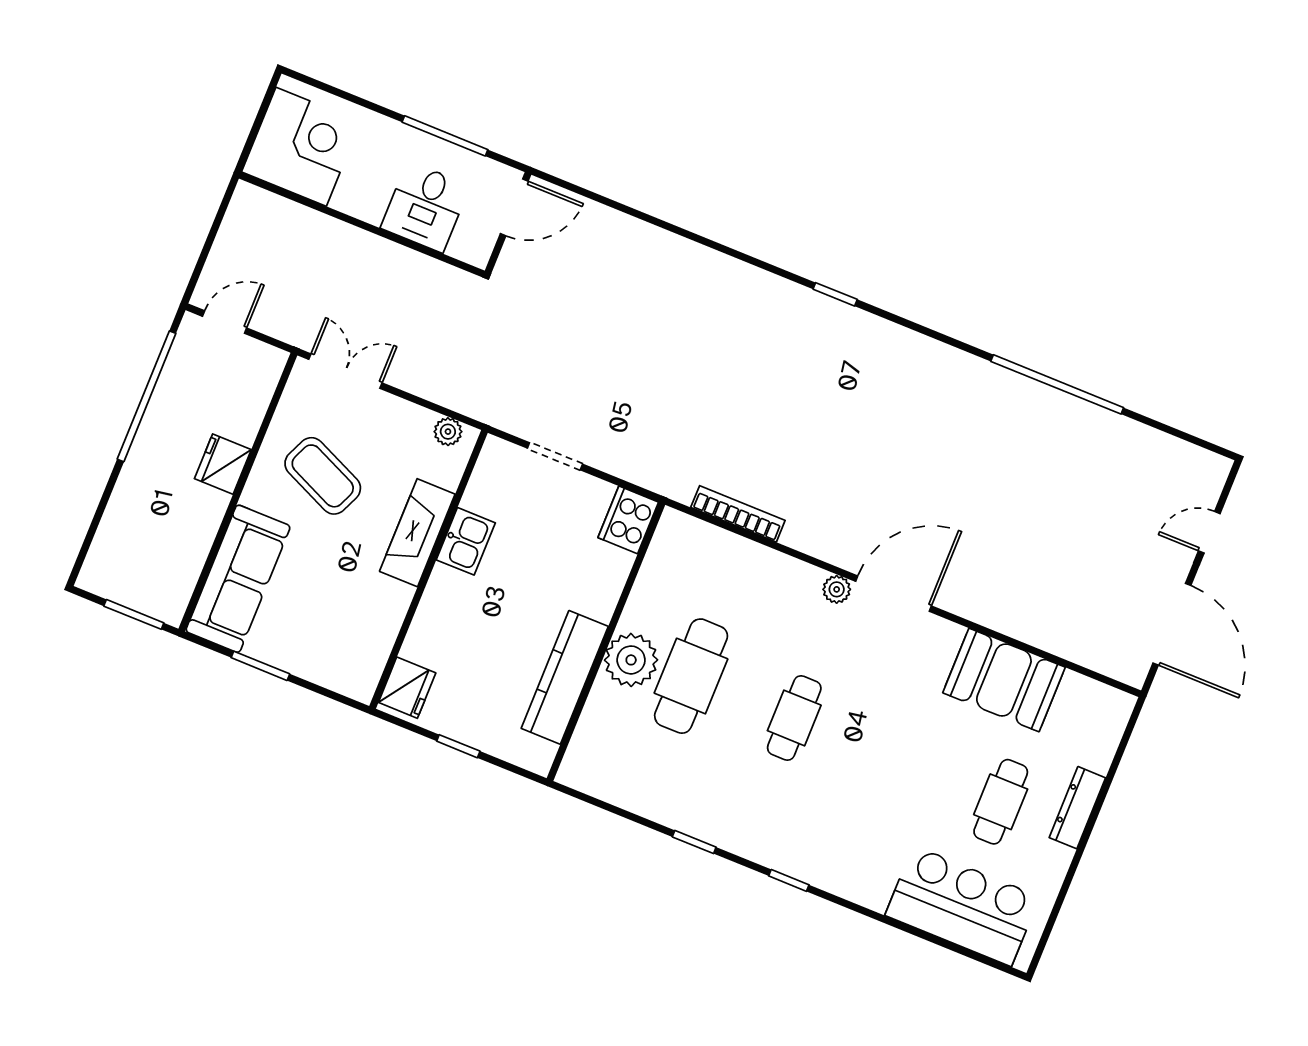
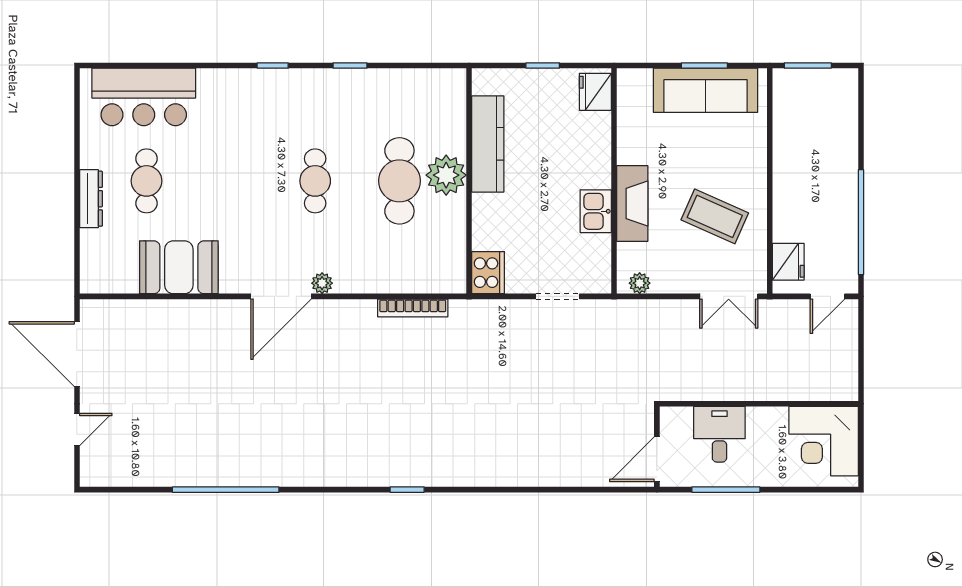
fridge: (223, 464) -> (788, 262), moved
sofa: (238, 579) -> (706, 90), moved, turned -90

